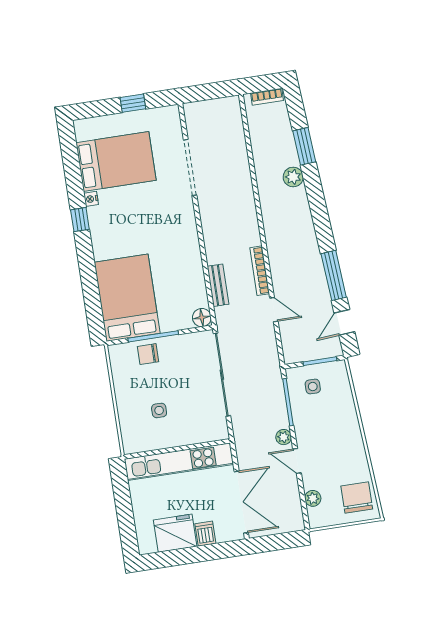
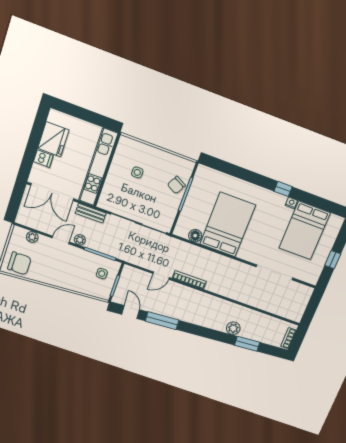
bench: (218, 285) -> (91, 213), moved
bed: (127, 298) -> (228, 225), moved, turned -90
floor lamp: (202, 318) -> (195, 236), moved
chair: (148, 354) -> (176, 185), turned -152

